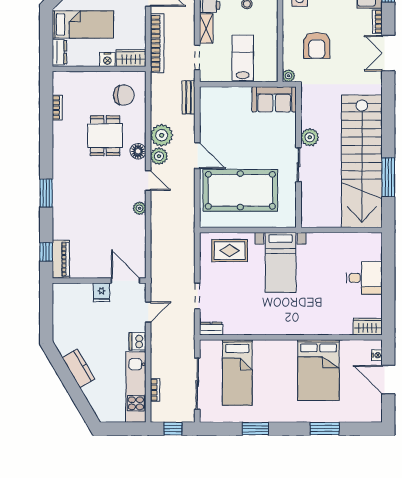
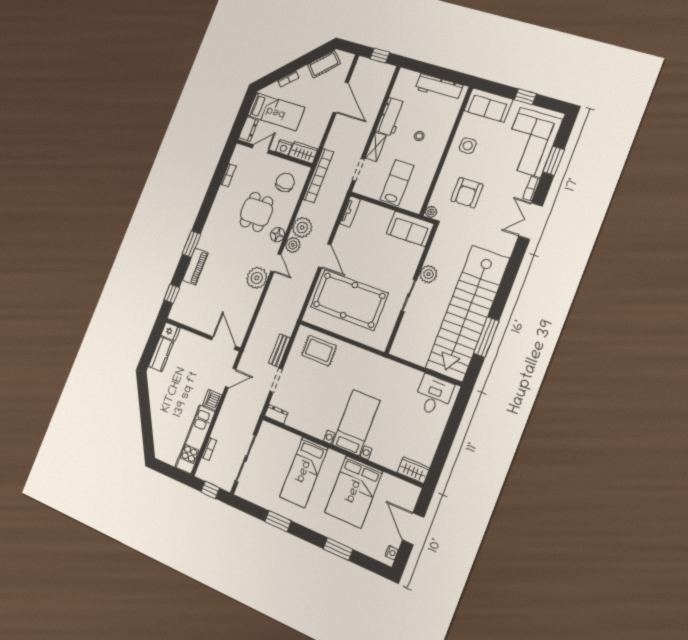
bookcase: (157, 43) -> (318, 176), moved
door: (82, 69) -> (260, 149), added
chair: (124, 95) -> (285, 182), turned -90
bench: (189, 97) -> (279, 351), moved
tv unit: (206, 103) -> (350, 212), added
plant: (139, 208) -> (257, 278), width x1.88, depth x1.88
piano: (61, 259) -> (195, 267), moved
bed with nightstands: (281, 262) -> (356, 423), moved, turned 180
desk: (364, 278) -> (434, 395), moved, turned -90
fridge: (101, 292) -> (170, 332), moved, turned -90
nightstand: (377, 355) -> (392, 553), moved
kitchen counter: (78, 368) -> (161, 354), moved, turned 30
bed: (237, 372) -> (304, 472), moved

